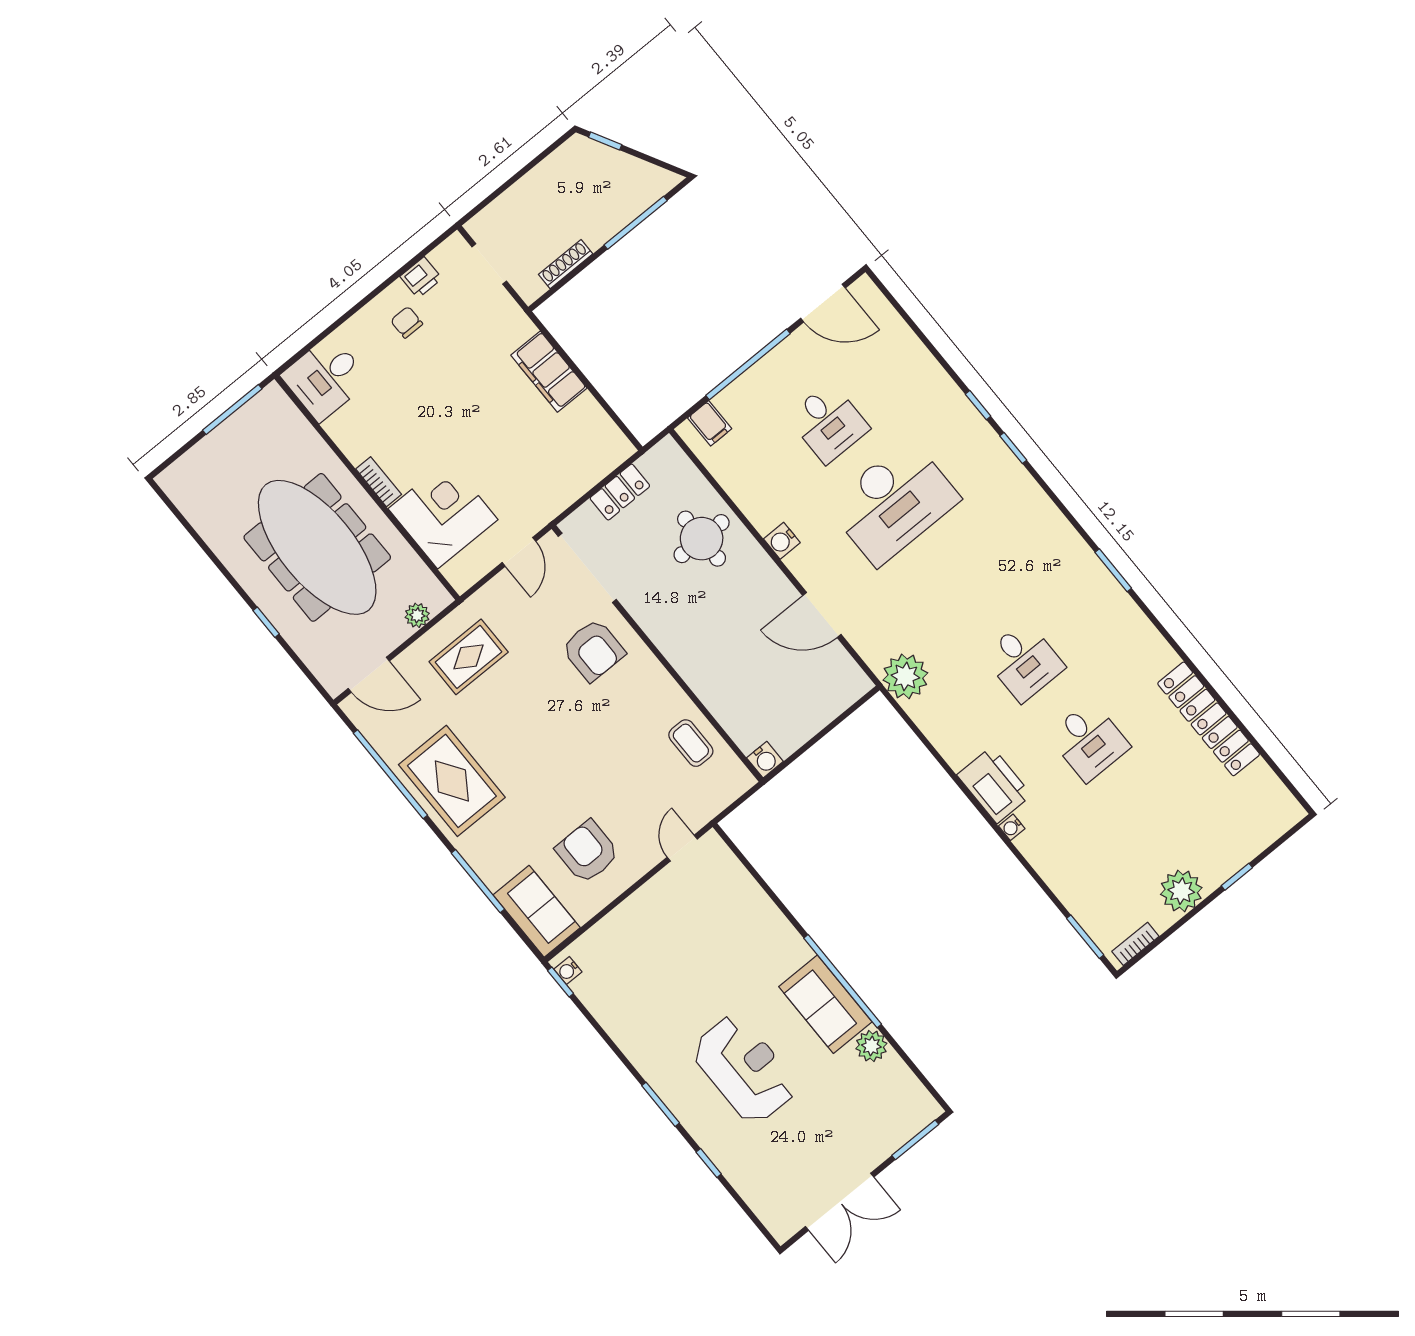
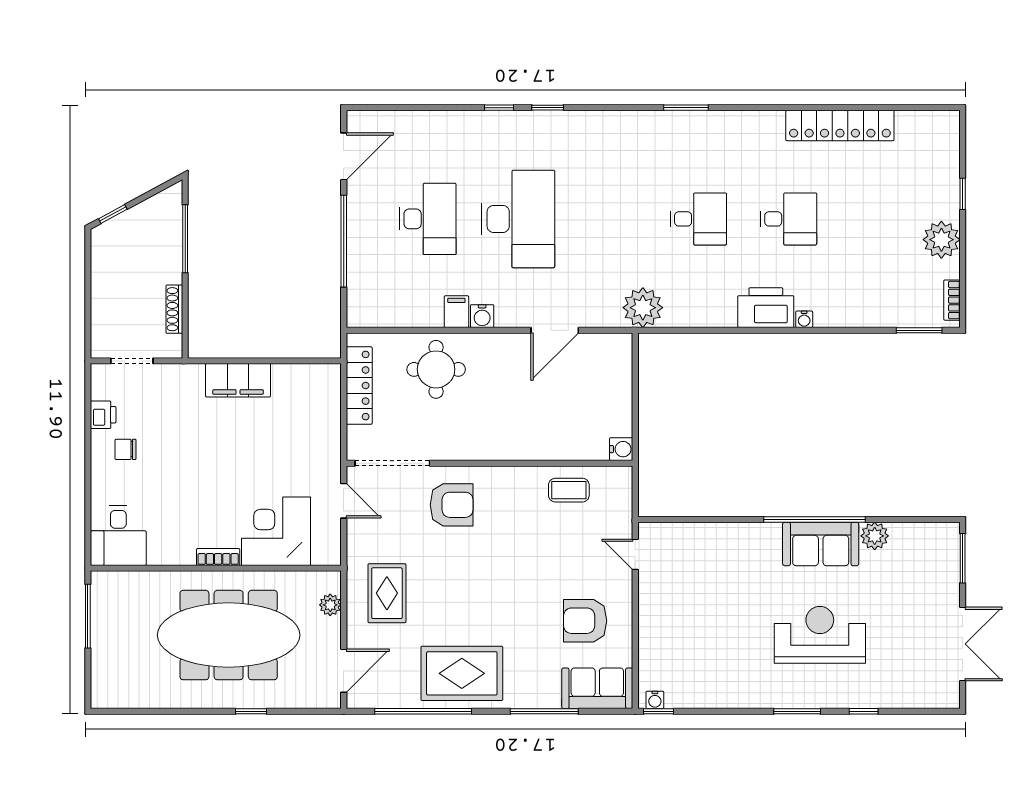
filing cabinet: (710, 423) -> (456, 312), moved, turned -90
desk: (828, 423) -> (428, 219), width x1.37
locker: (620, 492) -> (359, 386), width x1.53

